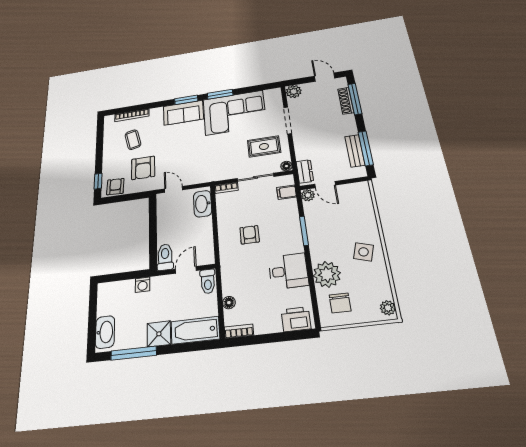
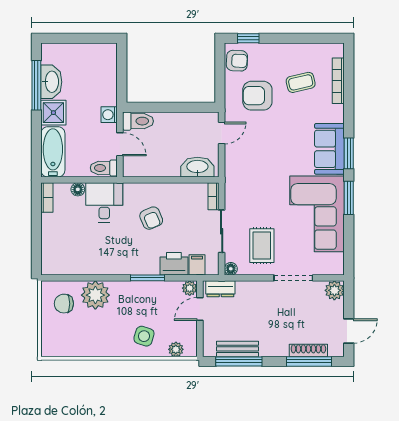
armchair: (250, 235) -> (151, 218), turned 67
side table: (364, 252) -> (144, 336), moved
desk: (288, 271) -> (104, 202), moved, turned 180
washing machine: (143, 285) -> (109, 115), moved
plant: (388, 308) -> (176, 349), moved
printer: (296, 319) -> (174, 264), moved, turned -90
washbasin: (105, 332) -> (51, 82), moved, turned -90

